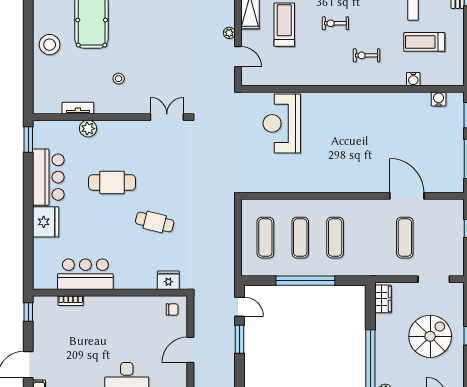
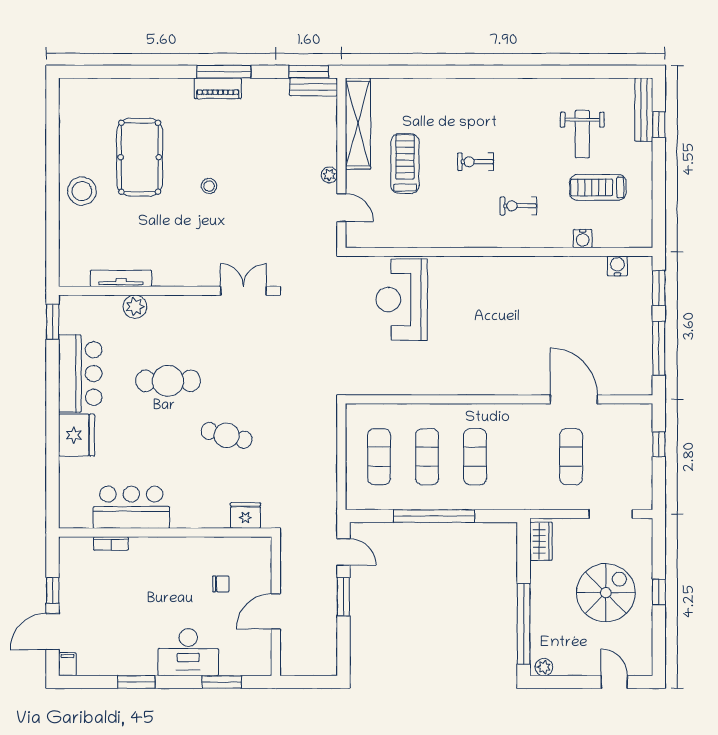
stool: (119, 79) -> (209, 186), moved
tv unit: (78, 108) -> (121, 278), width x1.41
chair: (172, 309) -> (221, 584), moved
window: (28, 312) -> (53, 590), moved

